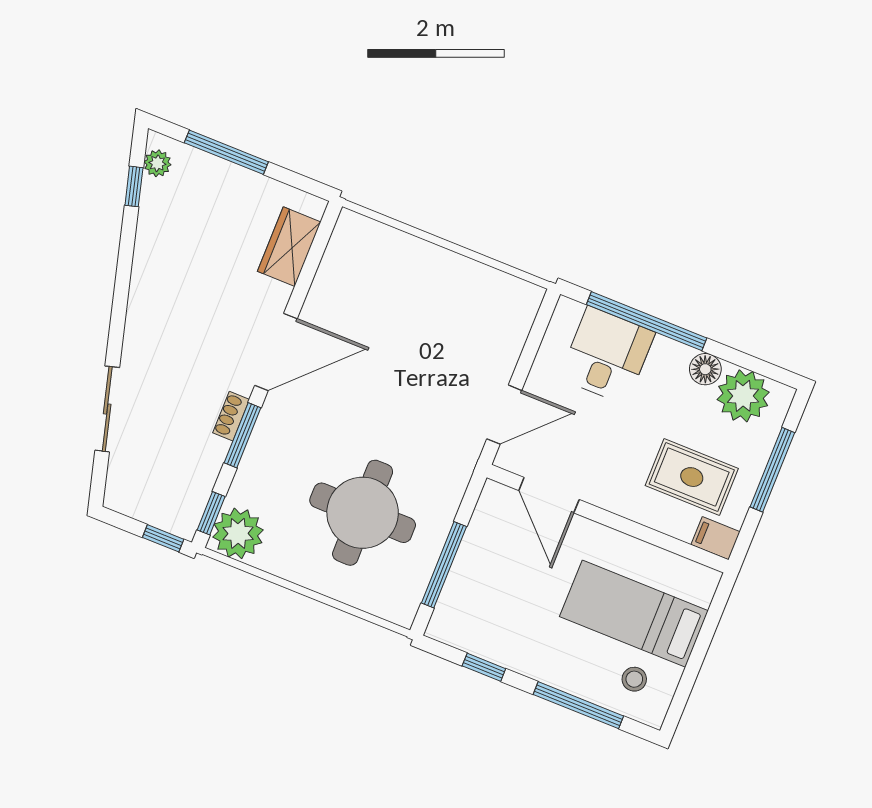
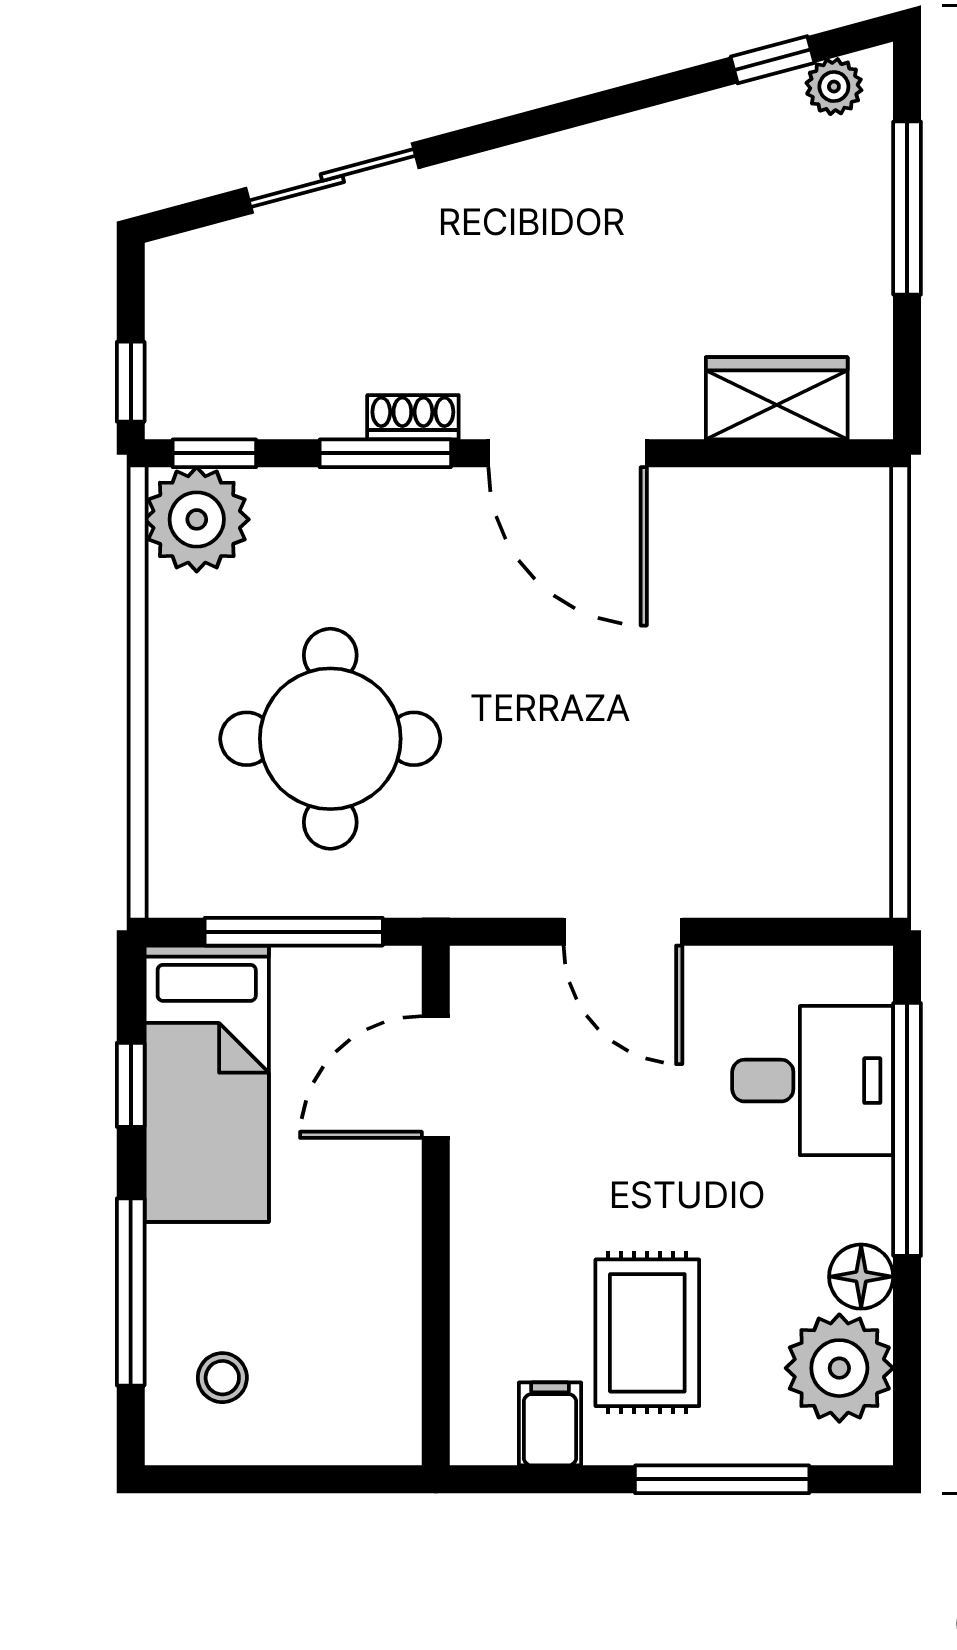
door: (549, 495) -> (436, 1077), moved
wall: (608, 519) -> (436, 1206), moved
bed: (634, 614) -> (207, 1084), moved, turned 180

